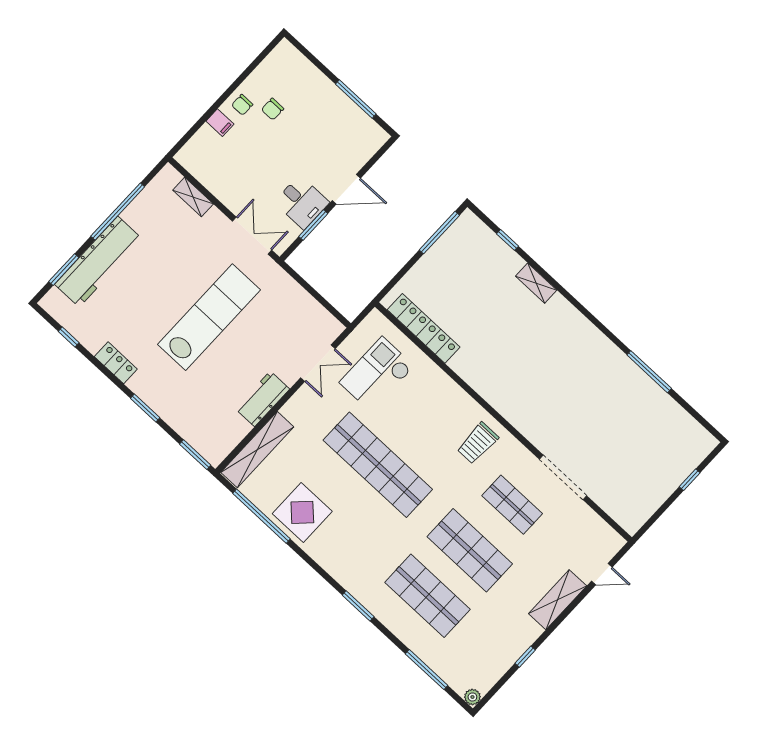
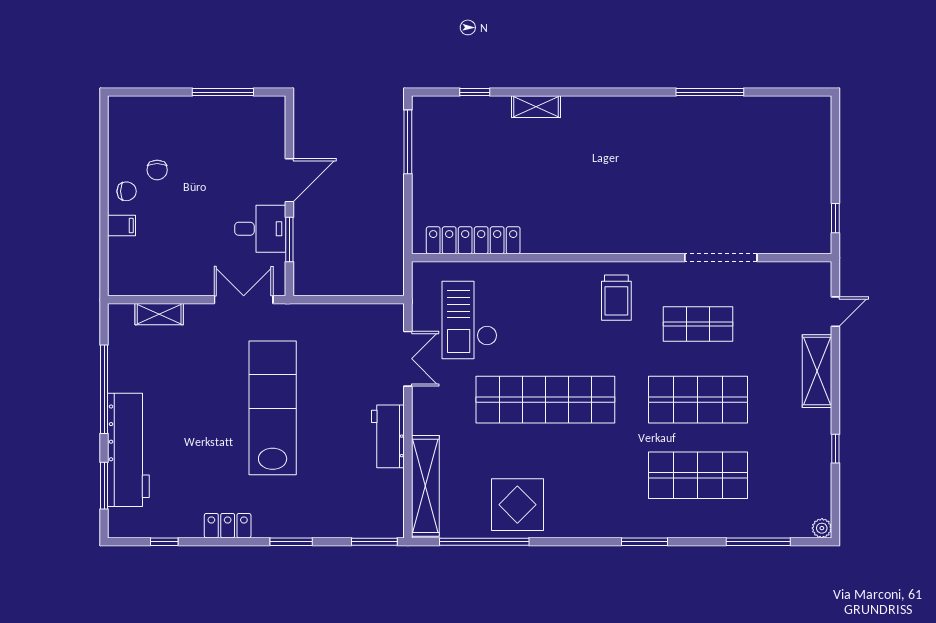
chair: (242, 105) -> (127, 191), turned -90
window: (690, 480) -> (835, 218), moved

